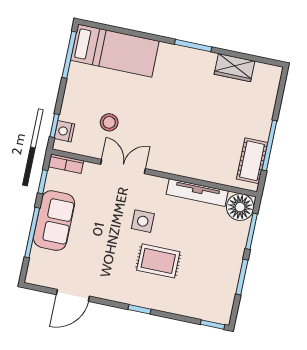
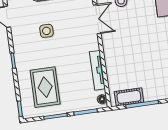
floor lamp: (240, 207) -> (102, 99), width x0.53, depth x0.53
side table: (143, 221) -> (46, 31), moved
rug: (158, 261) -> (45, 87), moved, width x1.36, depth x1.43

